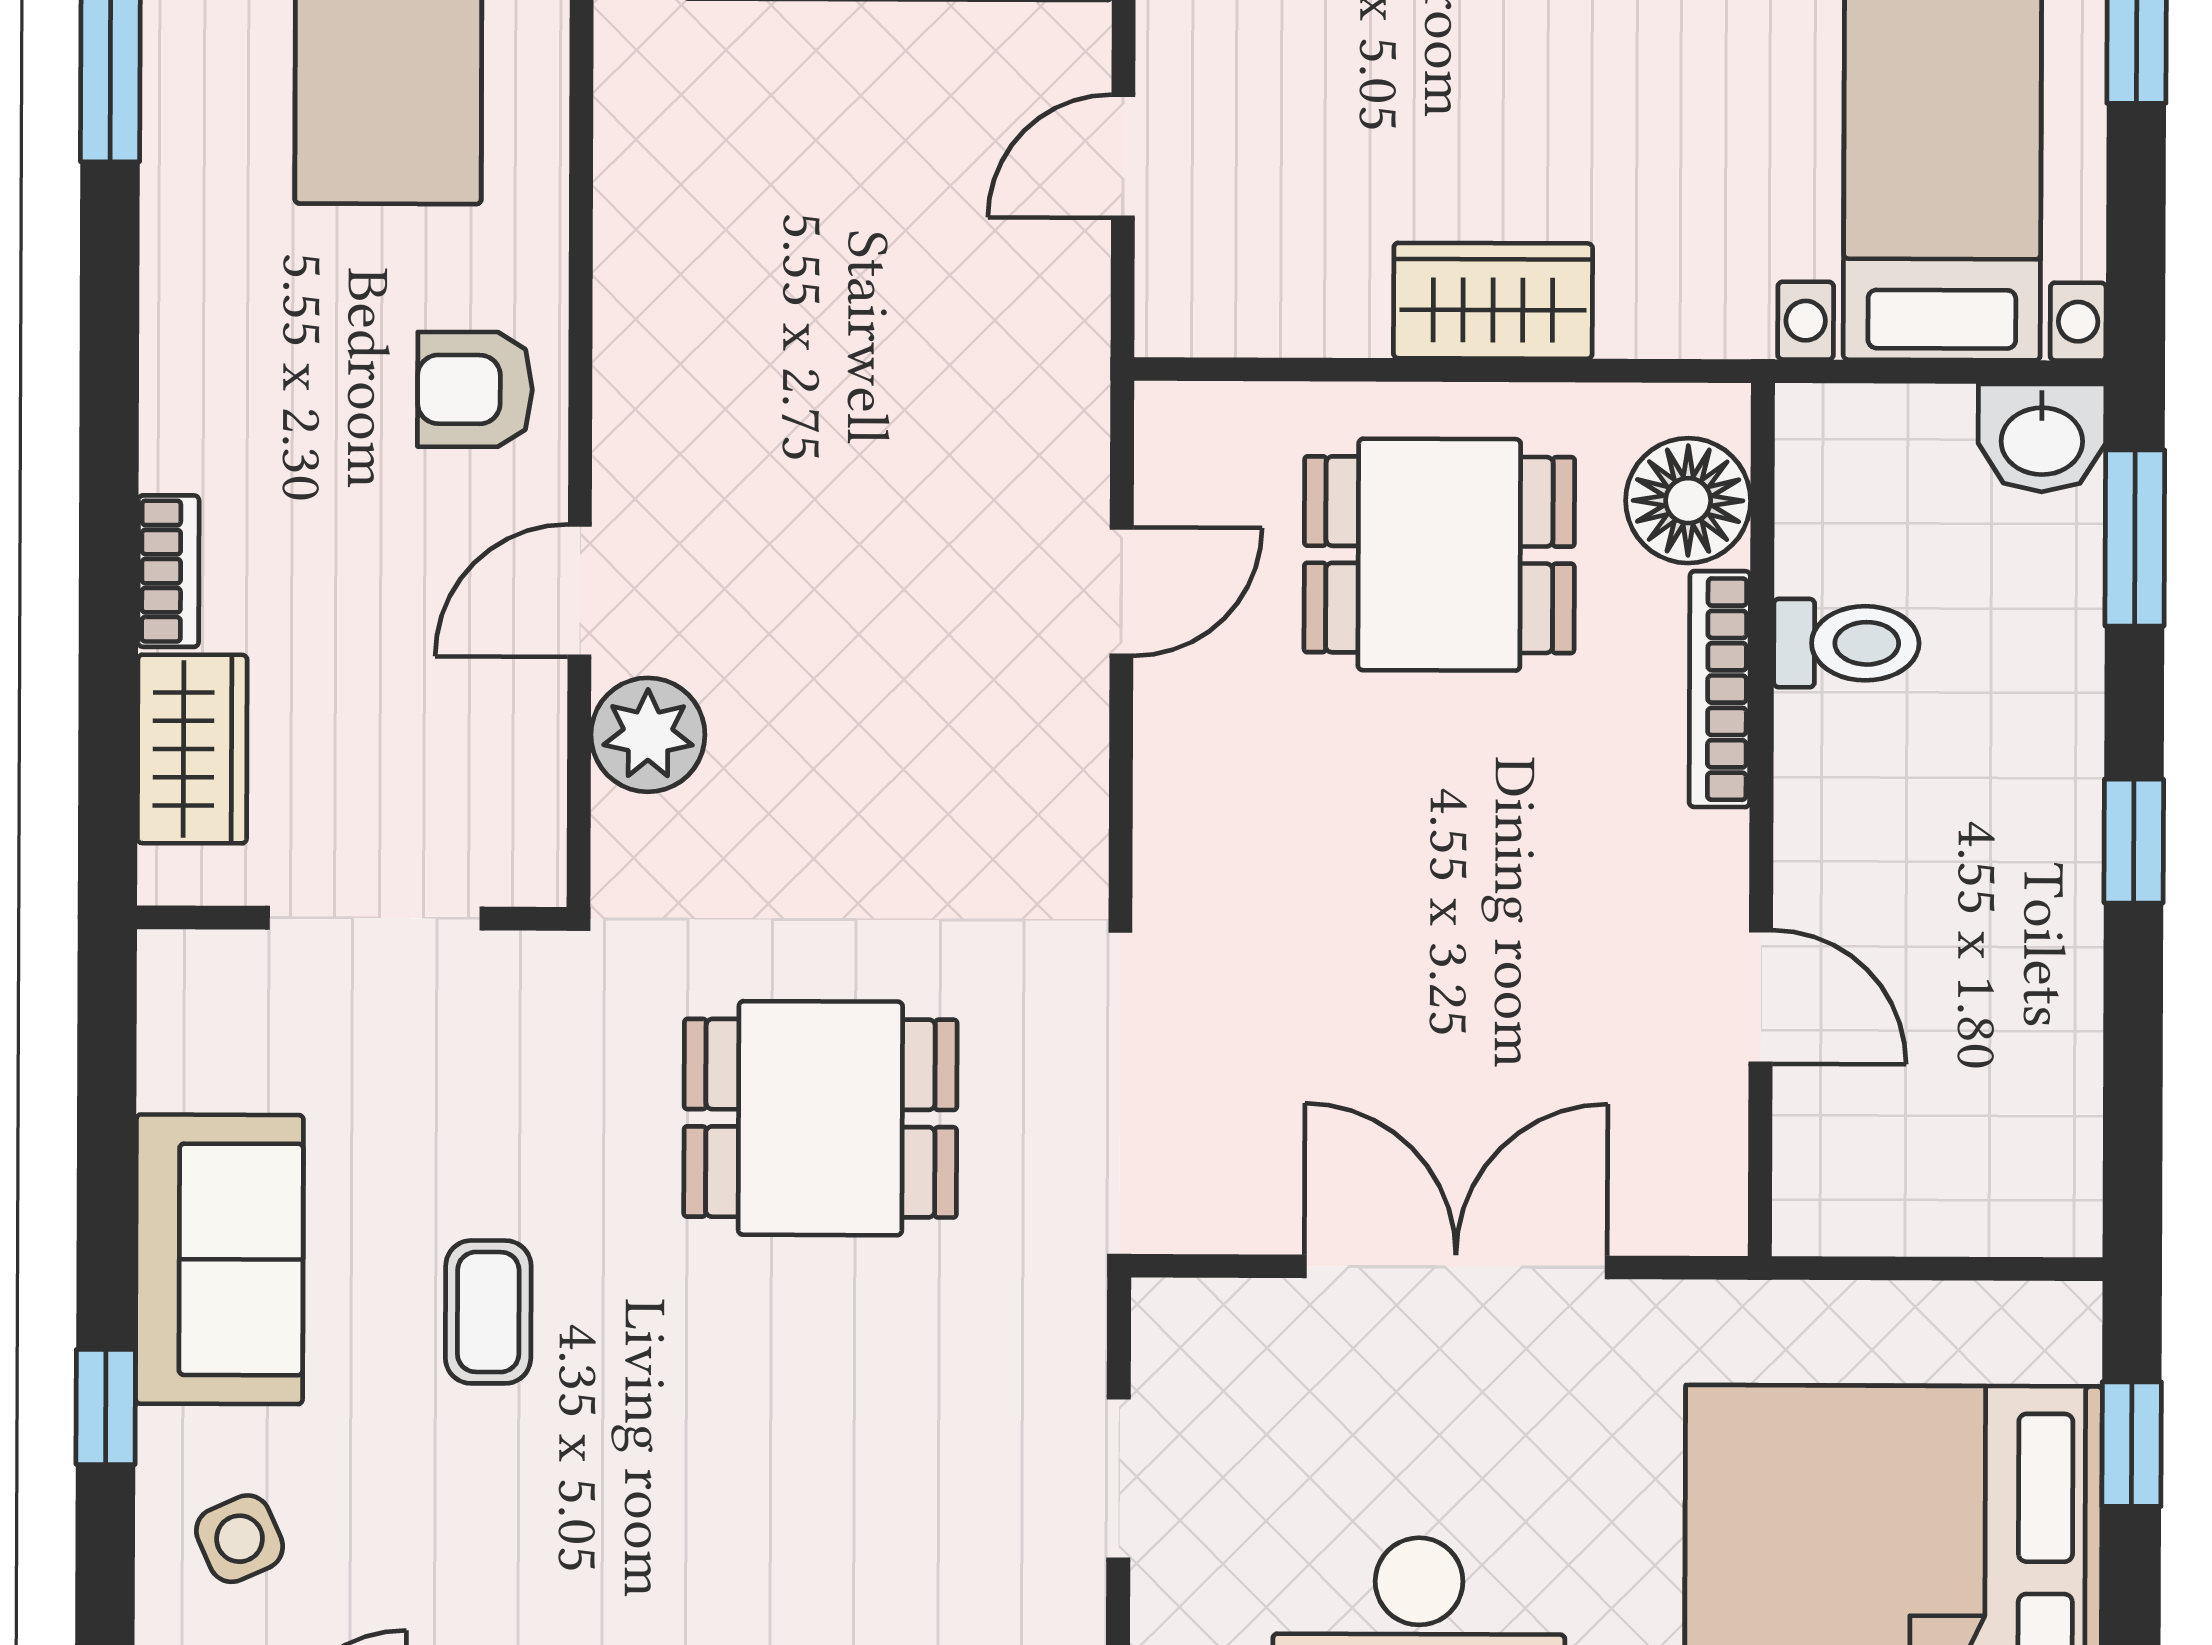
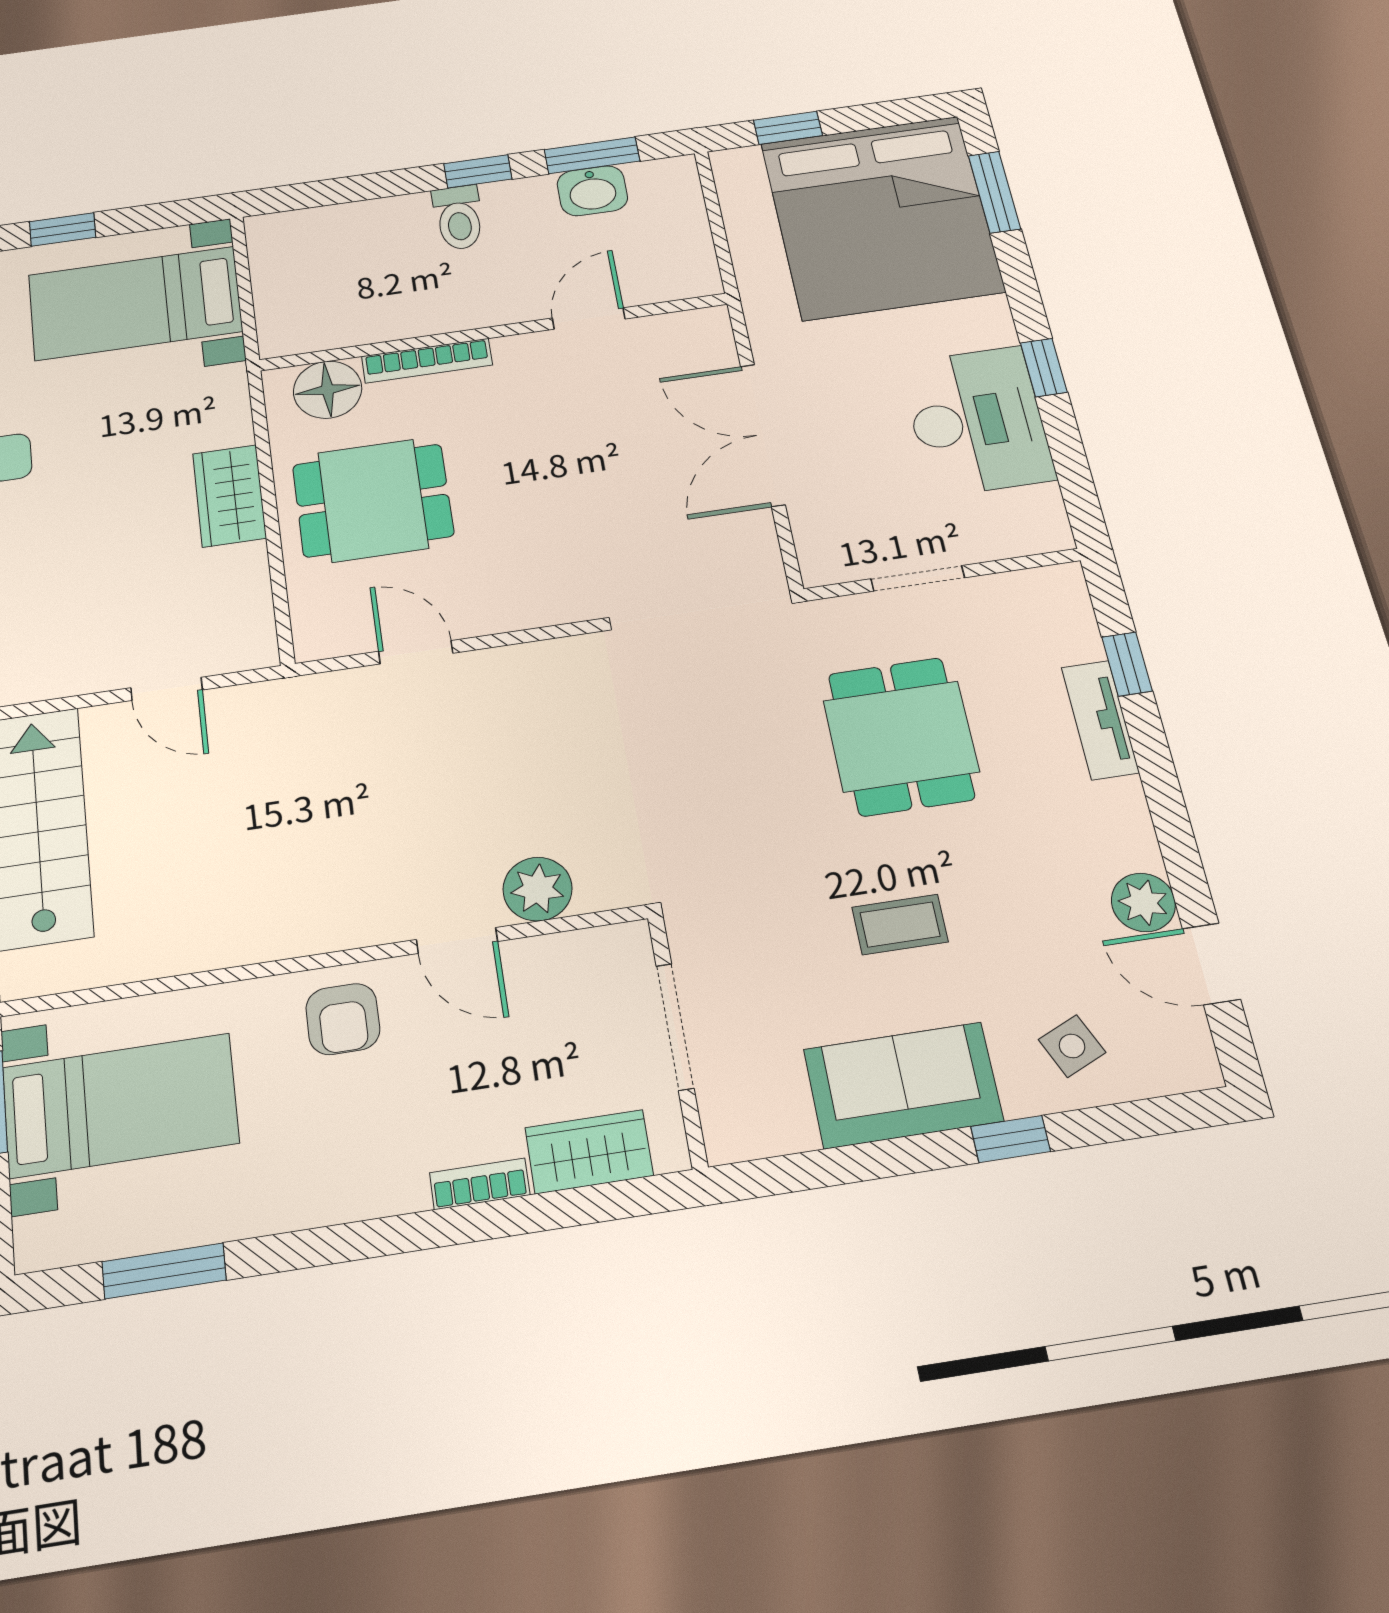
washbasin: (2042, 438) -> (592, 191), moved, turned 90
window: (2135, 538) -> (592, 155), moved
dining table: (1439, 555) -> (373, 500), turned 90
toilet: (1846, 643) -> (458, 218), moved, turned 180
dining table: (820, 1118) -> (901, 736), moved

